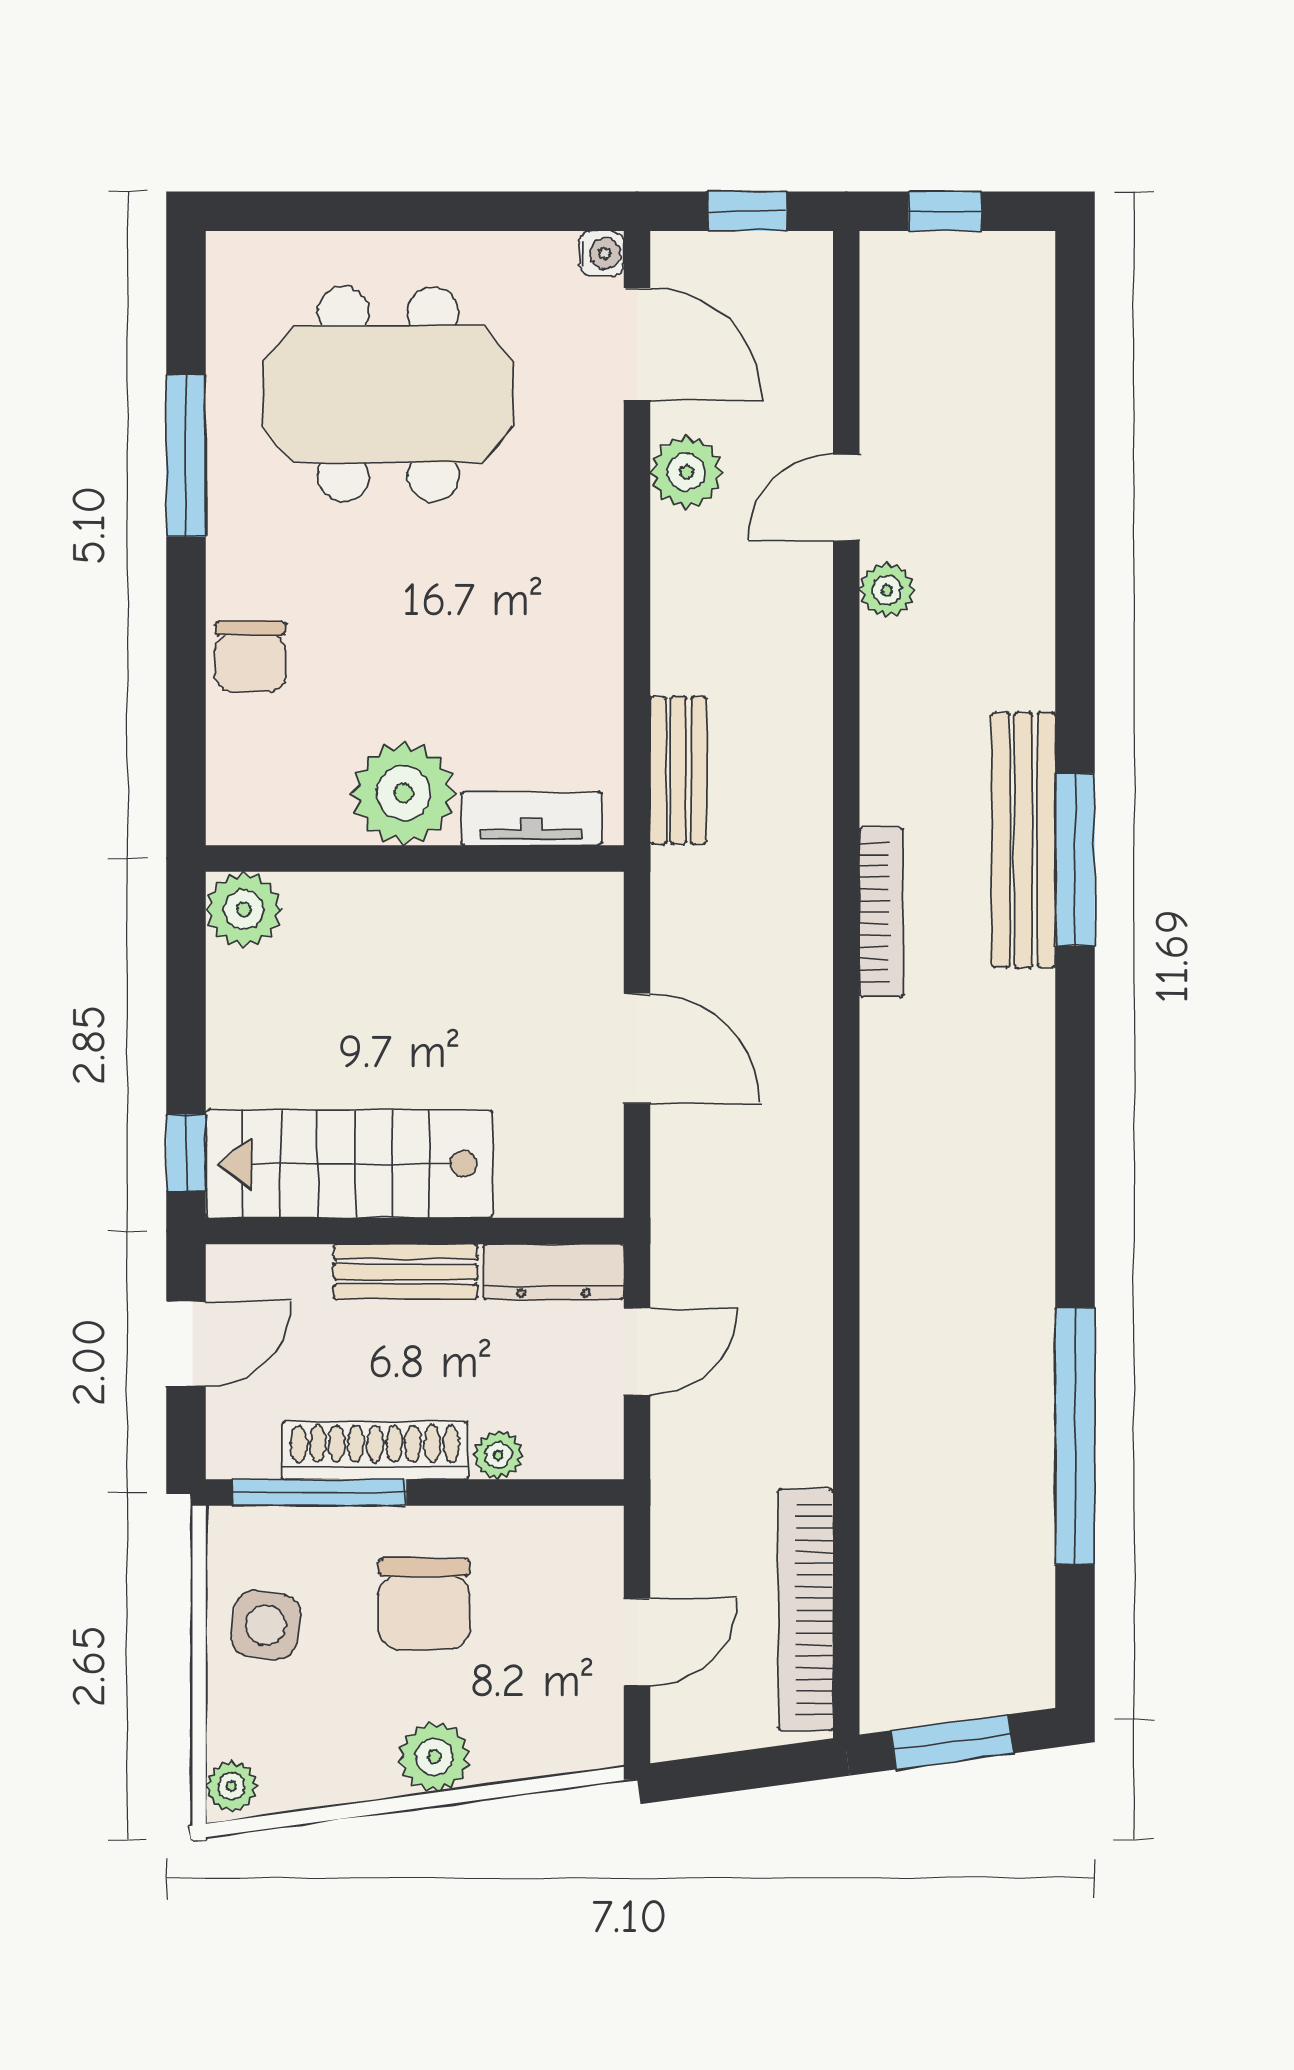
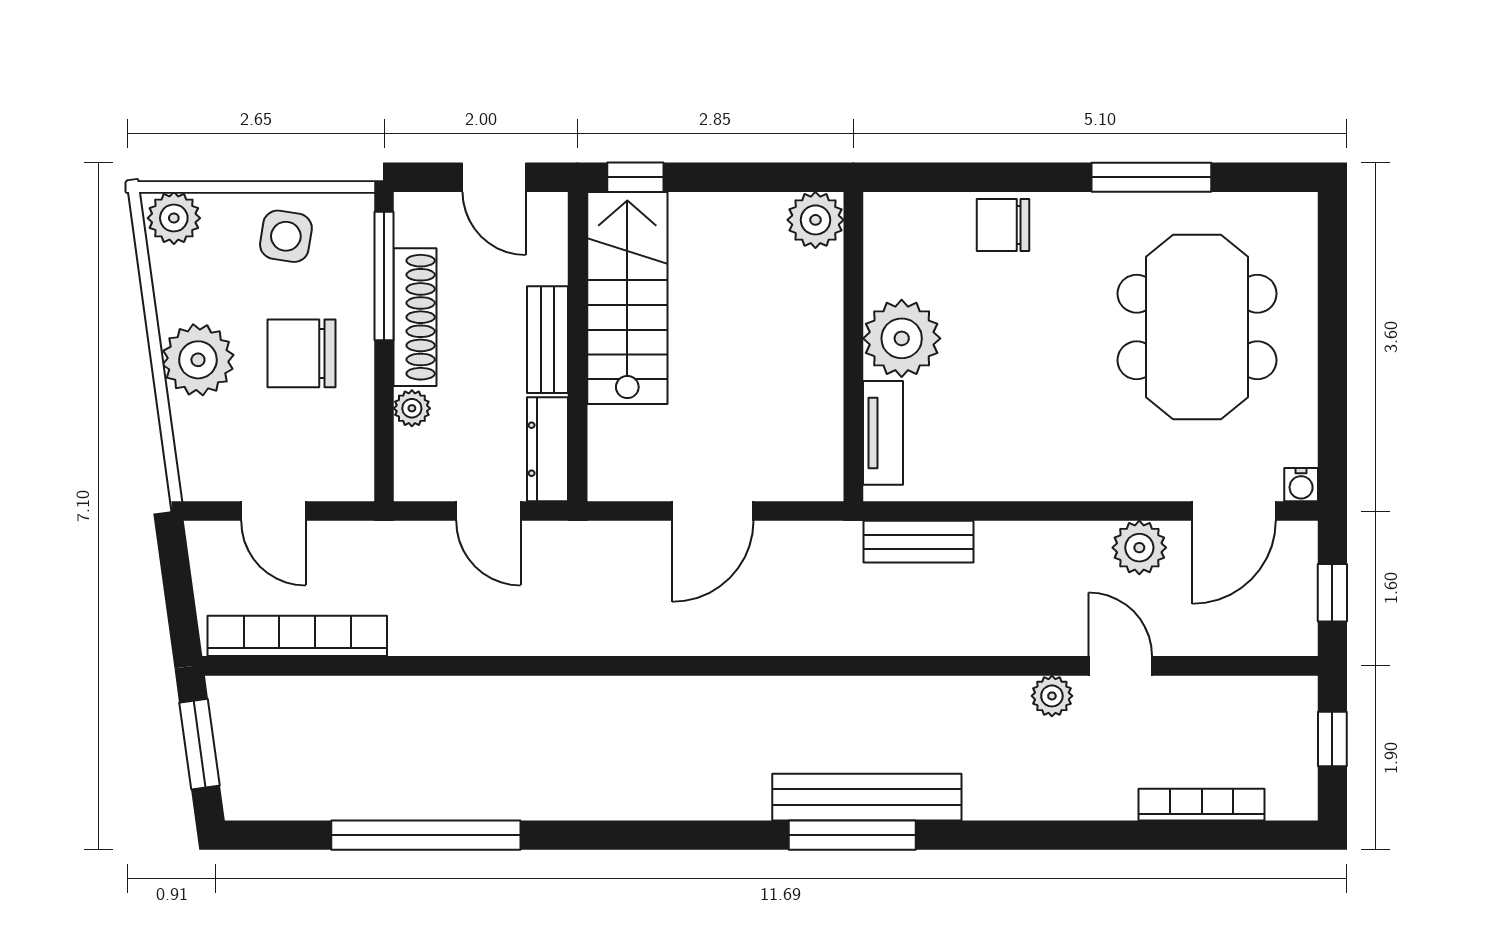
bookcase: (881, 912) -> (1202, 805), moved, turned 180
plant: (434, 1757) -> (198, 360), width x1.36, depth x1.36
plant: (231, 1786) -> (174, 218), width x1.38, depth x1.38

